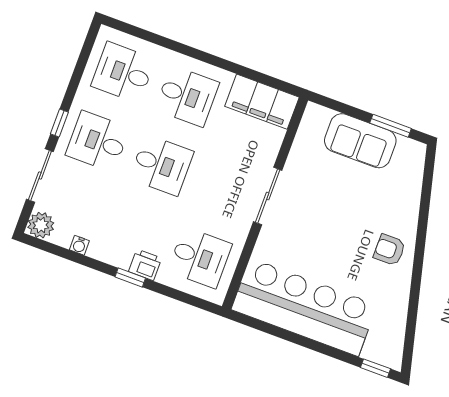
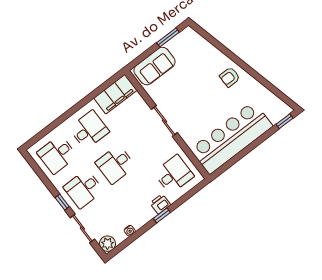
sofa: (360, 141) -> (154, 66), moved
desk: (161, 165) -> (115, 164), turned 180

